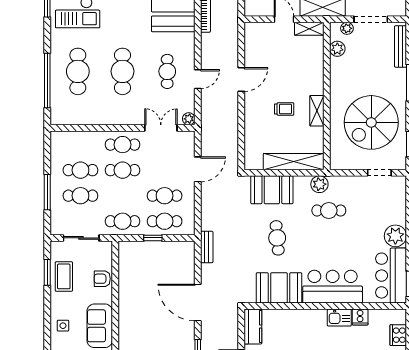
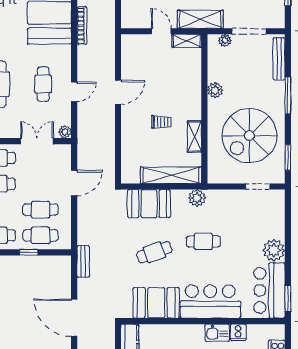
plant: (337, 49) -> (215, 90), moved
shelving: (317, 111) -> (194, 137), moved
cafe table: (329, 211) -> (203, 241), moved
cafe table: (277, 238) -> (154, 252), turned 75

